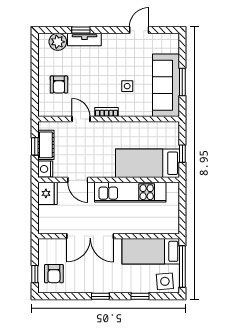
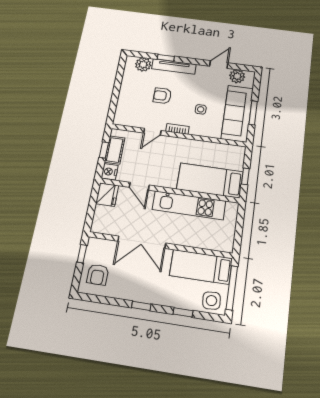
tv unit: (84, 39) -> (174, 67), width x1.41
plant: (161, 41) -> (237, 76), added
armchair: (59, 85) -> (162, 96), moved, turned 90
door: (81, 119) -> (152, 132), swing flipped
window: (35, 274) -> (82, 254), moved

